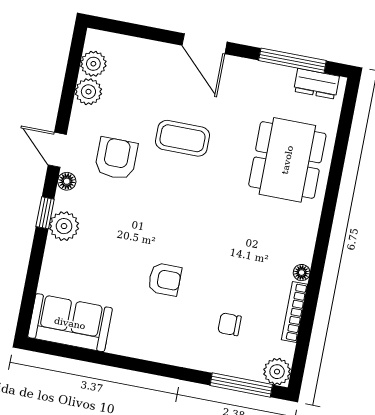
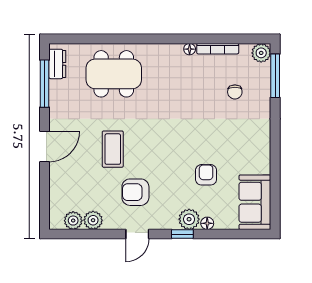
floor lamp: (67, 181) -> (207, 223), moved
armchair: (165, 279) -> (206, 175), moved

